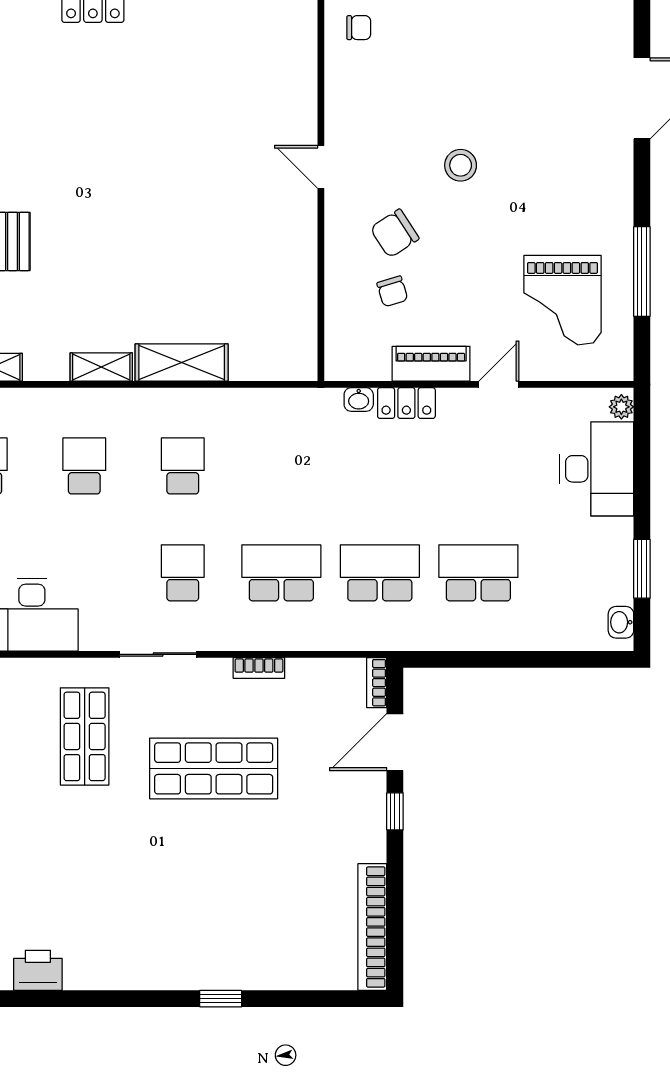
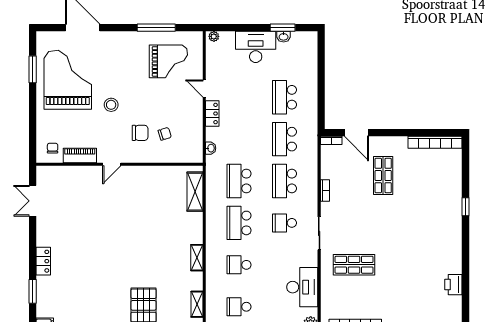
grand piano: (520, 63) -> (68, 80), added
chair: (395, 233) -> (140, 133), turned -57
shelving: (182, 362) -> (195, 192), moved
piano: (431, 364) -> (80, 155), moved, turned 90
locker: (406, 403) -> (212, 114), moved
school desk: (183, 466) -> (239, 223), width x1.85
school desk: (281, 466) -> (239, 181), added
desk: (597, 469) -> (256, 47), moved
washbasin: (621, 622) -> (284, 37), moved
shop shelf: (214, 768) -> (383, 176), moved, width x0.70, depth x0.74
window: (395, 811) -> (386, 133), removed

